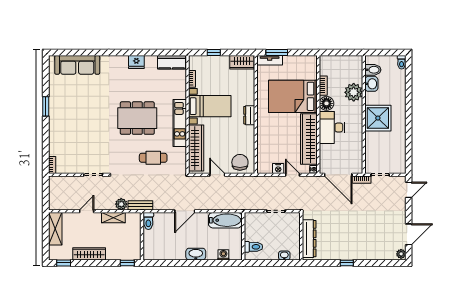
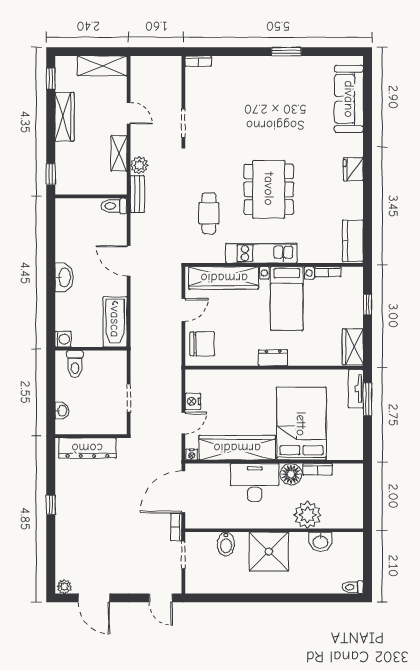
fridge: (136, 62) -> (353, 169), moved
bidet: (373, 70) -> (226, 544), moved
washing machine: (223, 255) -> (63, 339), moved

